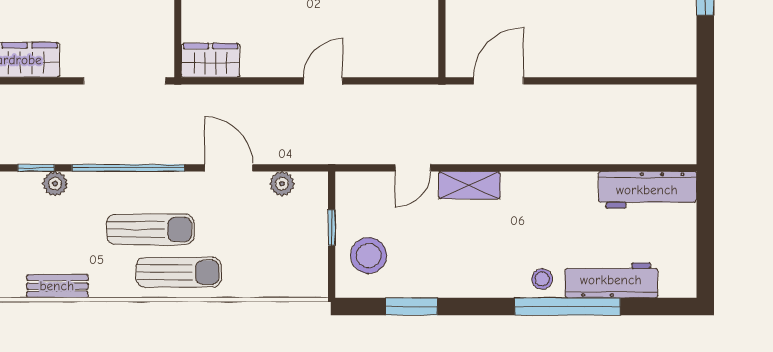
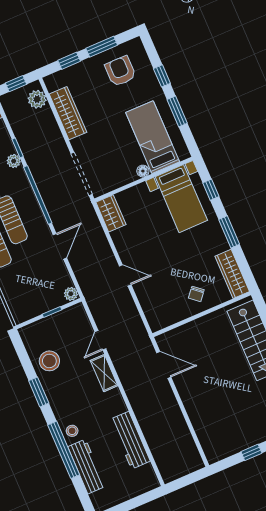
door: (413, 168) -> (100, 340), hinge flipped
plant: (282, 184) -> (71, 294), moved
workbench: (647, 190) -> (130, 440), moved
stool: (369, 255) -> (49, 361), moved
window: (411, 307) -> (39, 392), moved

